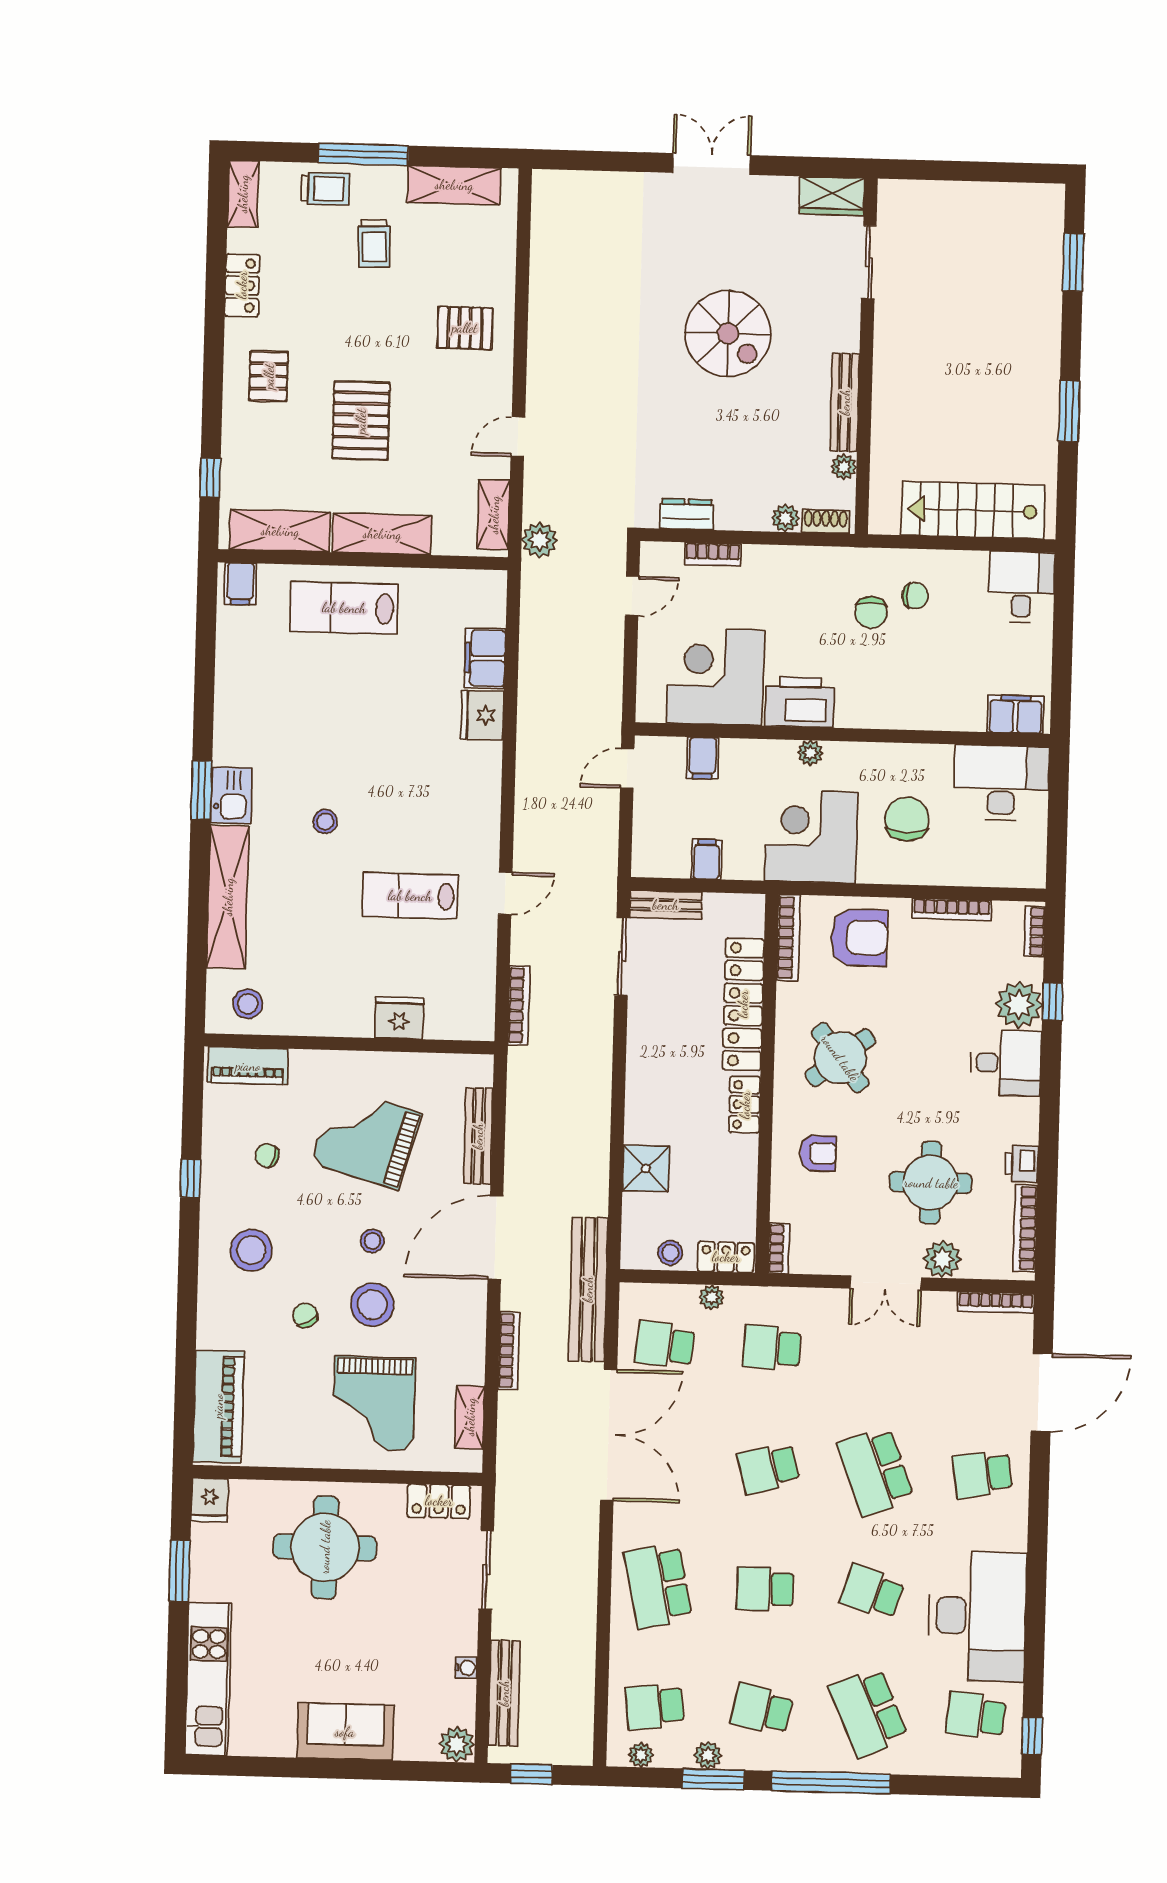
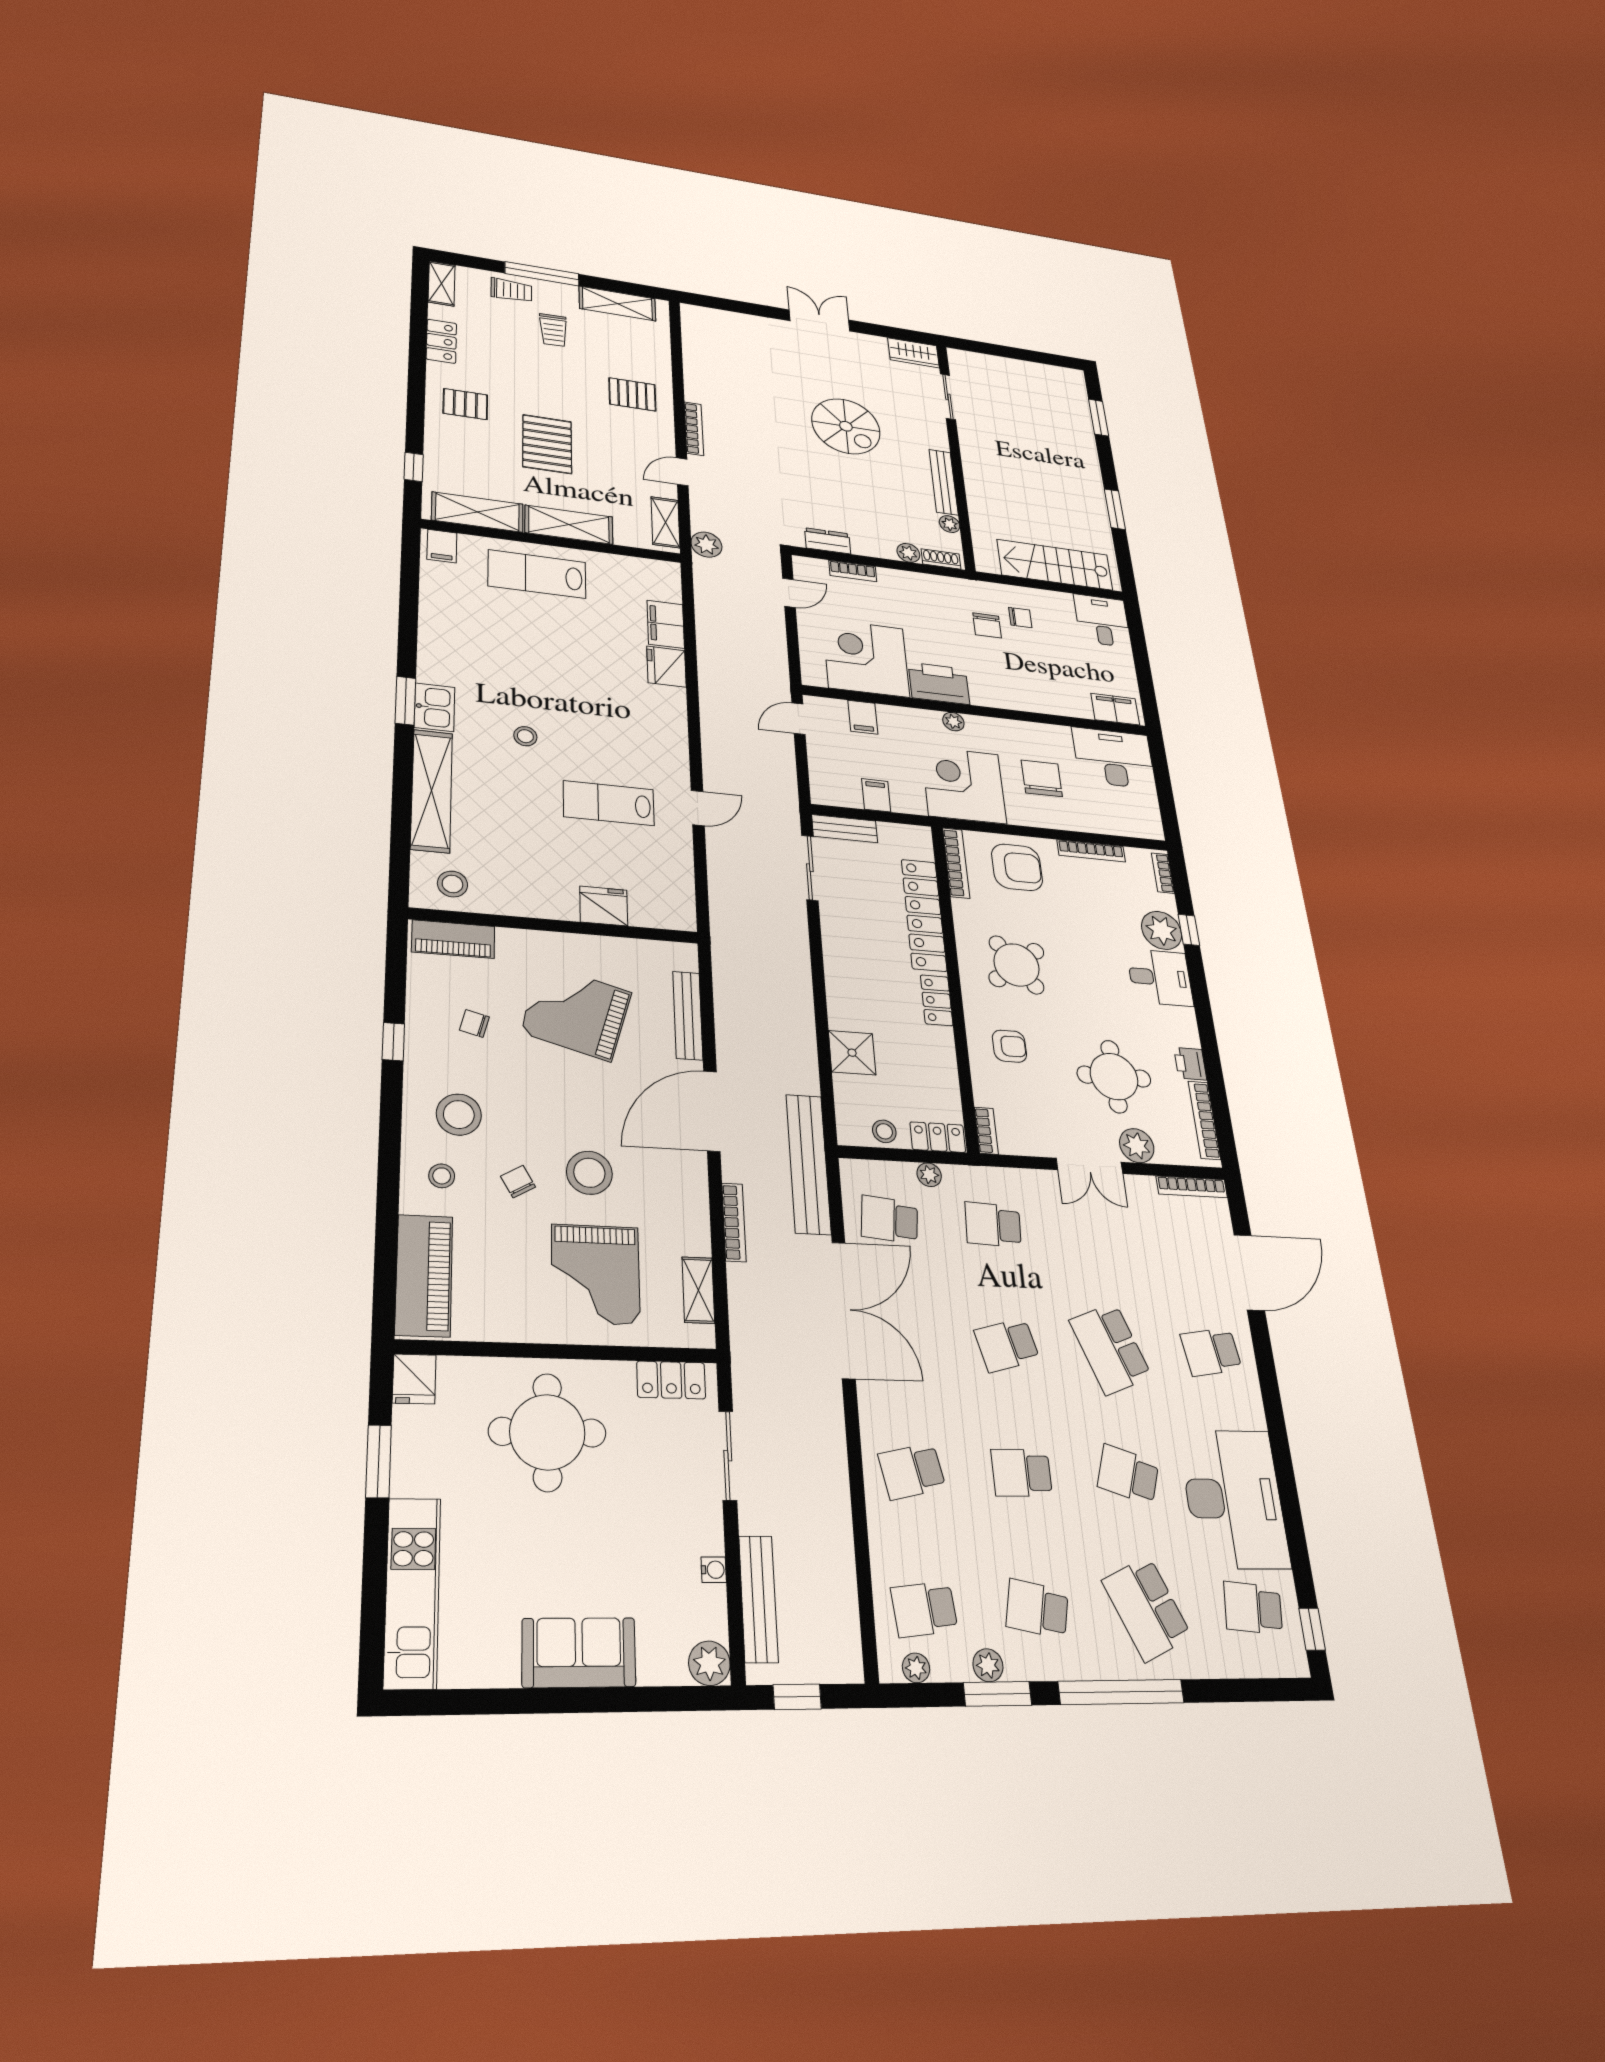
pallet: (269, 376) -> (465, 404), turned 90
bookcase: (519, 1005) -> (694, 429), moved
stool: (372, 1241) -> (442, 1176), moved
school desk: (658, 1586) -> (912, 1471), width x0.54

